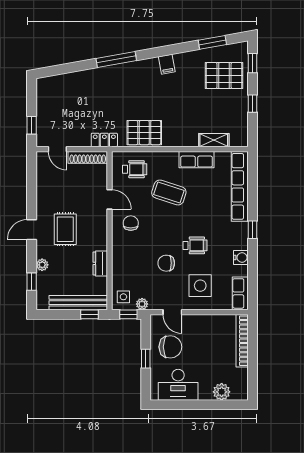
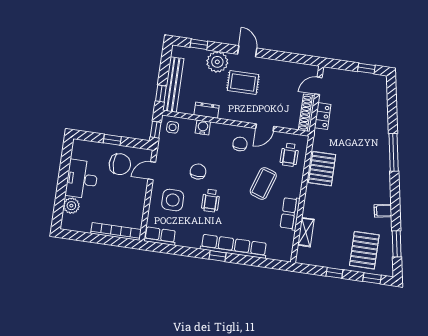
filing cabinet: (167, 64) -> (383, 211), moved
window: (32, 125) -> (366, 68), moved
locker: (104, 140) -> (323, 116), moved
row of seats: (240, 186) -> (234, 246), moved
chair: (131, 223) -> (240, 144), turned -90
water cooler: (241, 258) -> (203, 127), moved, turned 180
plant: (42, 265) -> (217, 62), width x1.87, depth x1.87
plant: (142, 304) -> (163, 144), removed
chair: (170, 347) -> (120, 164), turned -90
desk: (178, 385) -> (82, 179), moved

